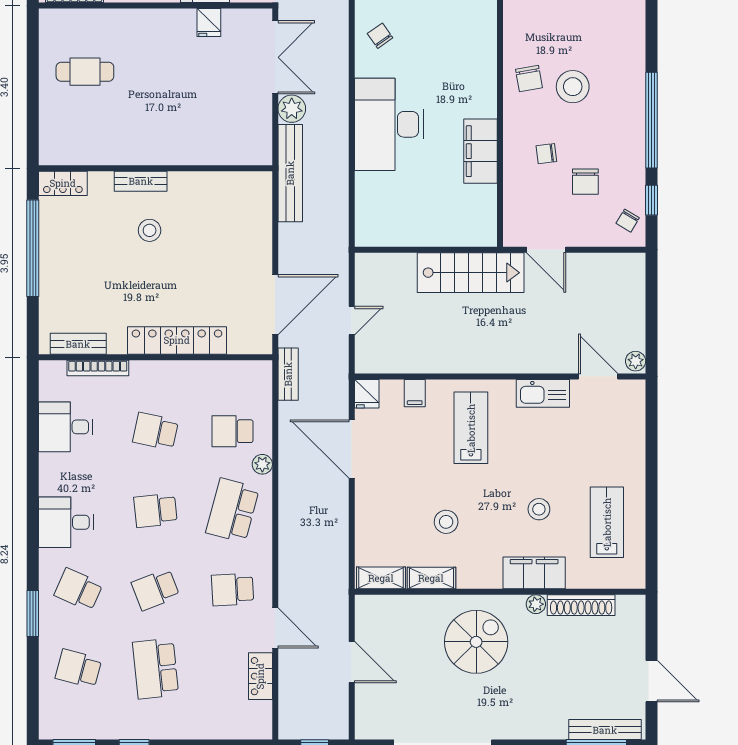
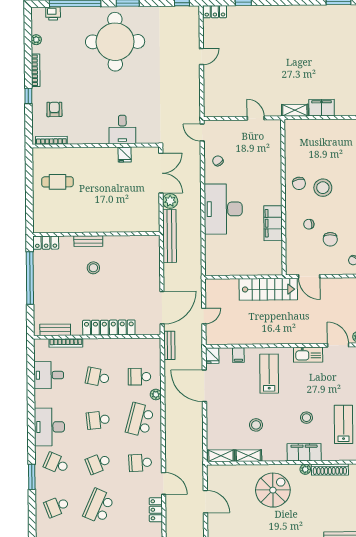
desk: (66, 522) -> (49, 427), width x1.37
school desk: (78, 669) -> (57, 506), turned -36
school desk: (156, 669) -> (99, 506), turned 30

